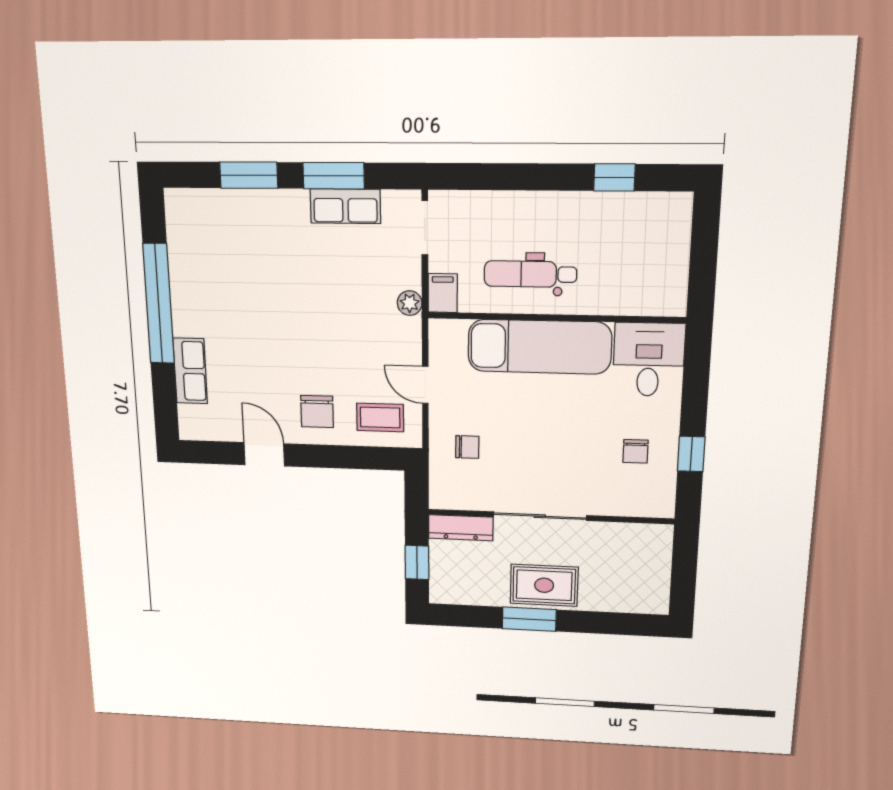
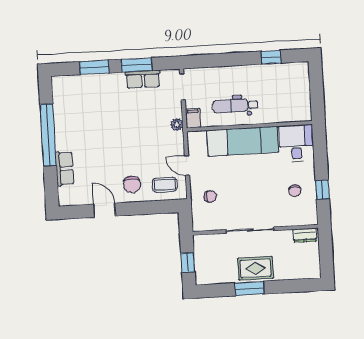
dresser: (461, 528) -> (305, 235), moved, width x0.70

